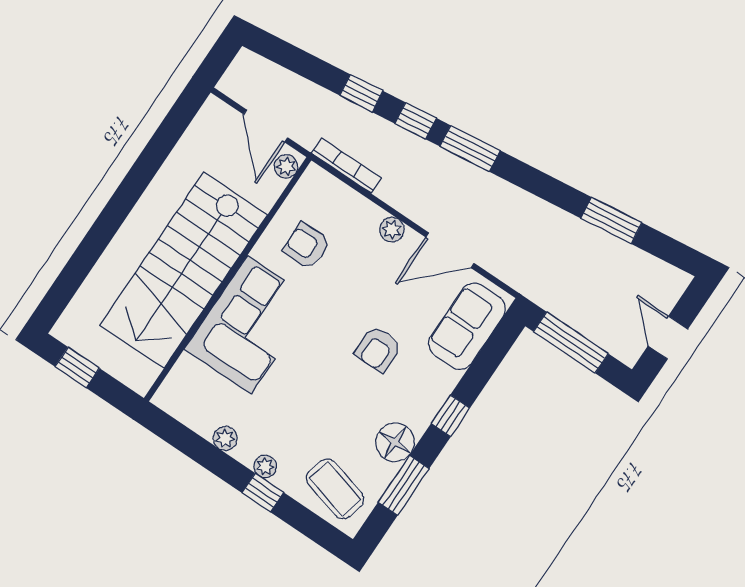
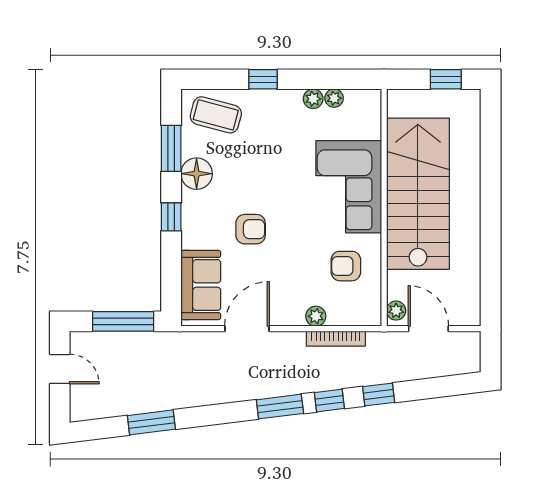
bookcase: (346, 166) -> (336, 339), moved
plant: (392, 229) -> (316, 316), moved
armchair: (307, 246) -> (346, 266), turned 180
armchair: (378, 349) -> (251, 229), turned 90
plant: (265, 466) -> (334, 98), moved

